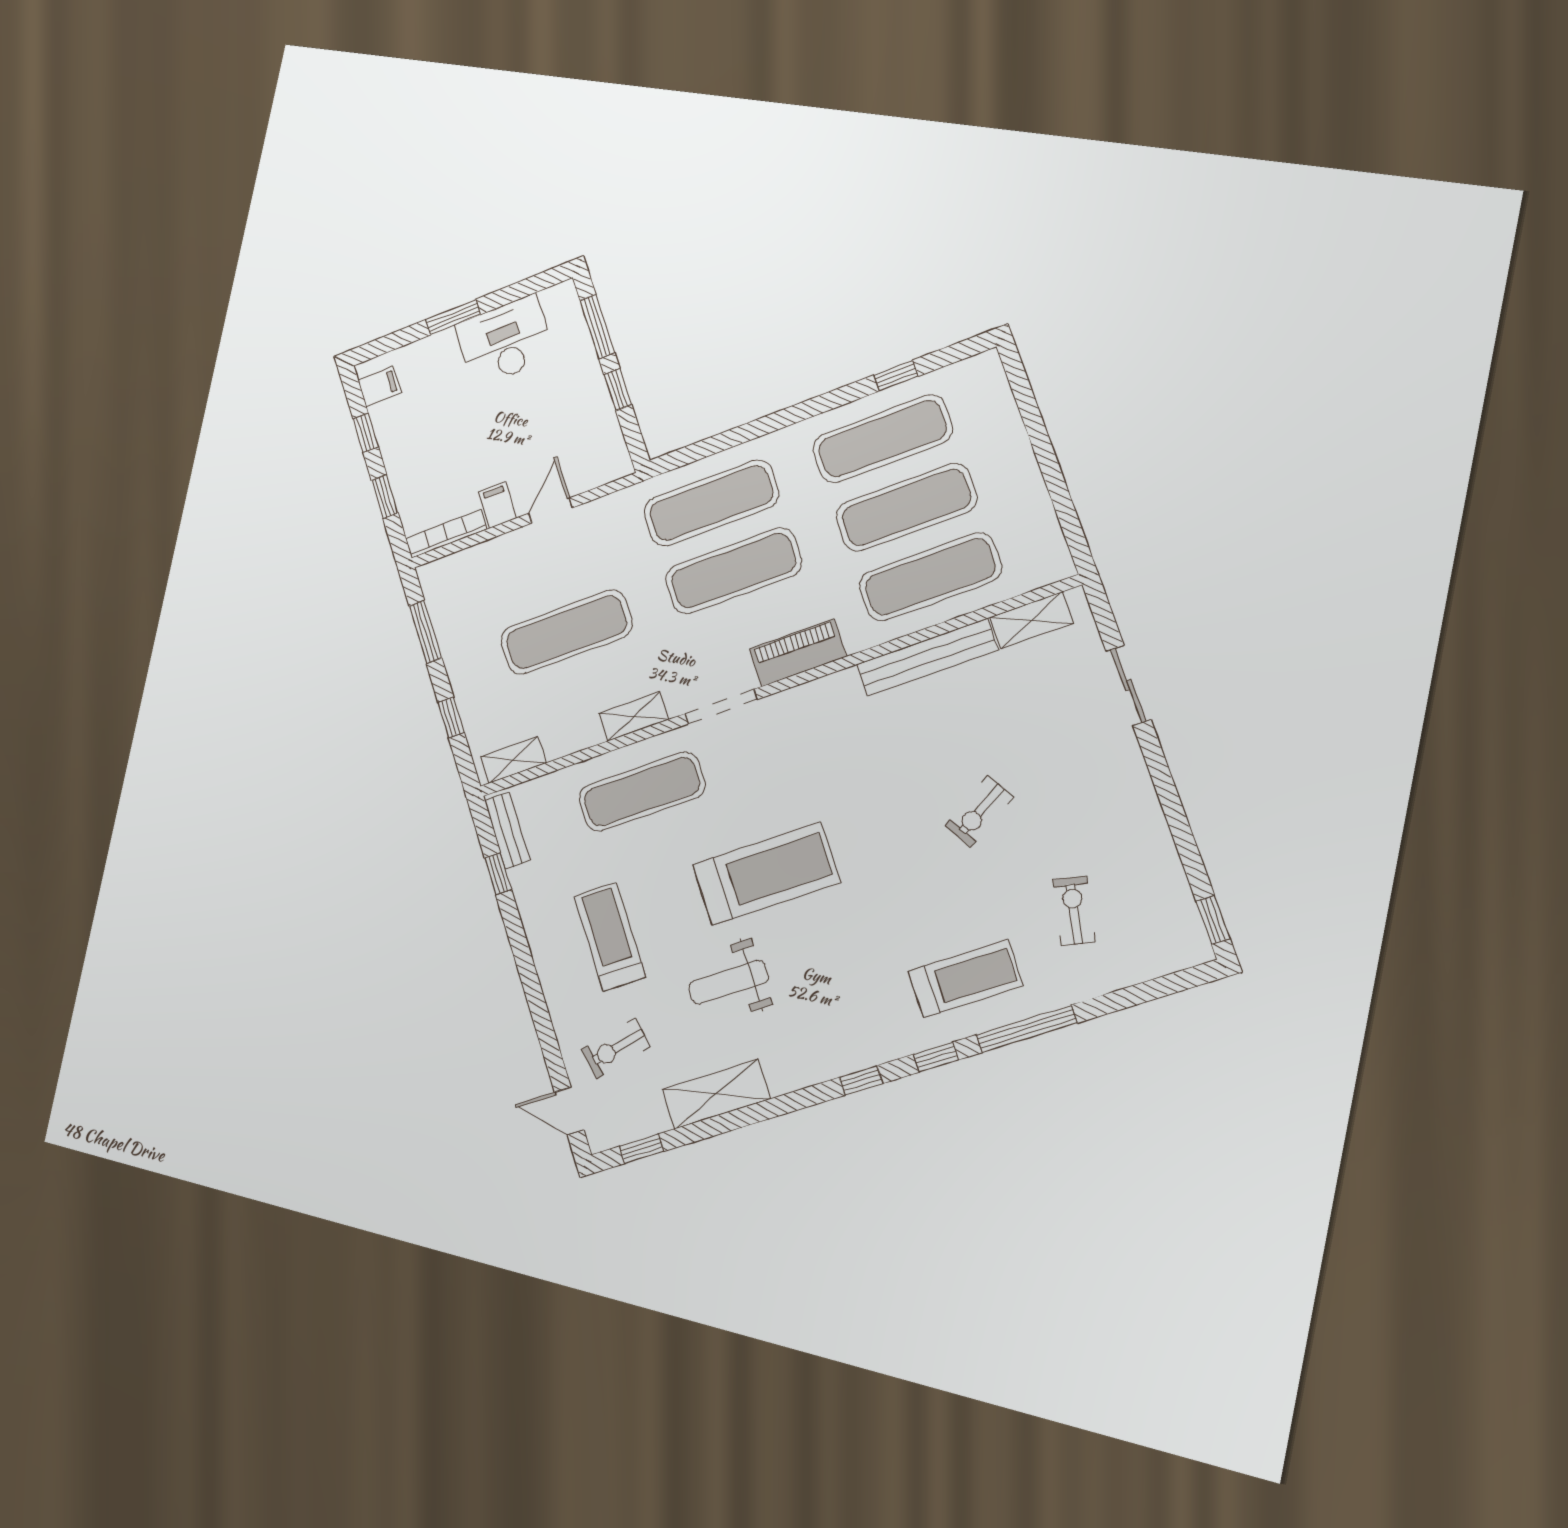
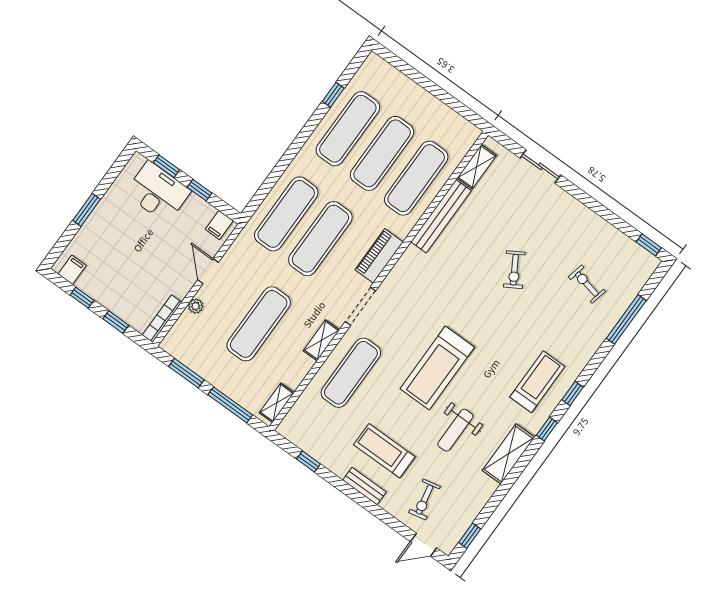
window: (597, 326) -> (167, 166), width x0.67
desk: (505, 341) -> (158, 192), moved, turned 90
filing cabinet: (498, 505) -> (219, 225), moved, turned -90
plant: (501, 548) -> (196, 306), added
window: (451, 718) -> (230, 405), width x2.17
bench: (507, 831) -> (364, 486), moved
treadmill: (766, 874) -> (437, 368), turned 180
treadmill: (965, 979) -> (537, 382), moved
window: (1027, 1029) -> (626, 319), moved
shelving: (716, 1094) -> (508, 454), moved

